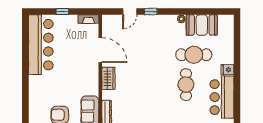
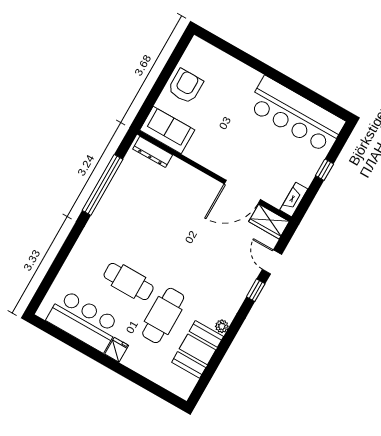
wardrobe: (108, 78) -> (269, 222), moved

